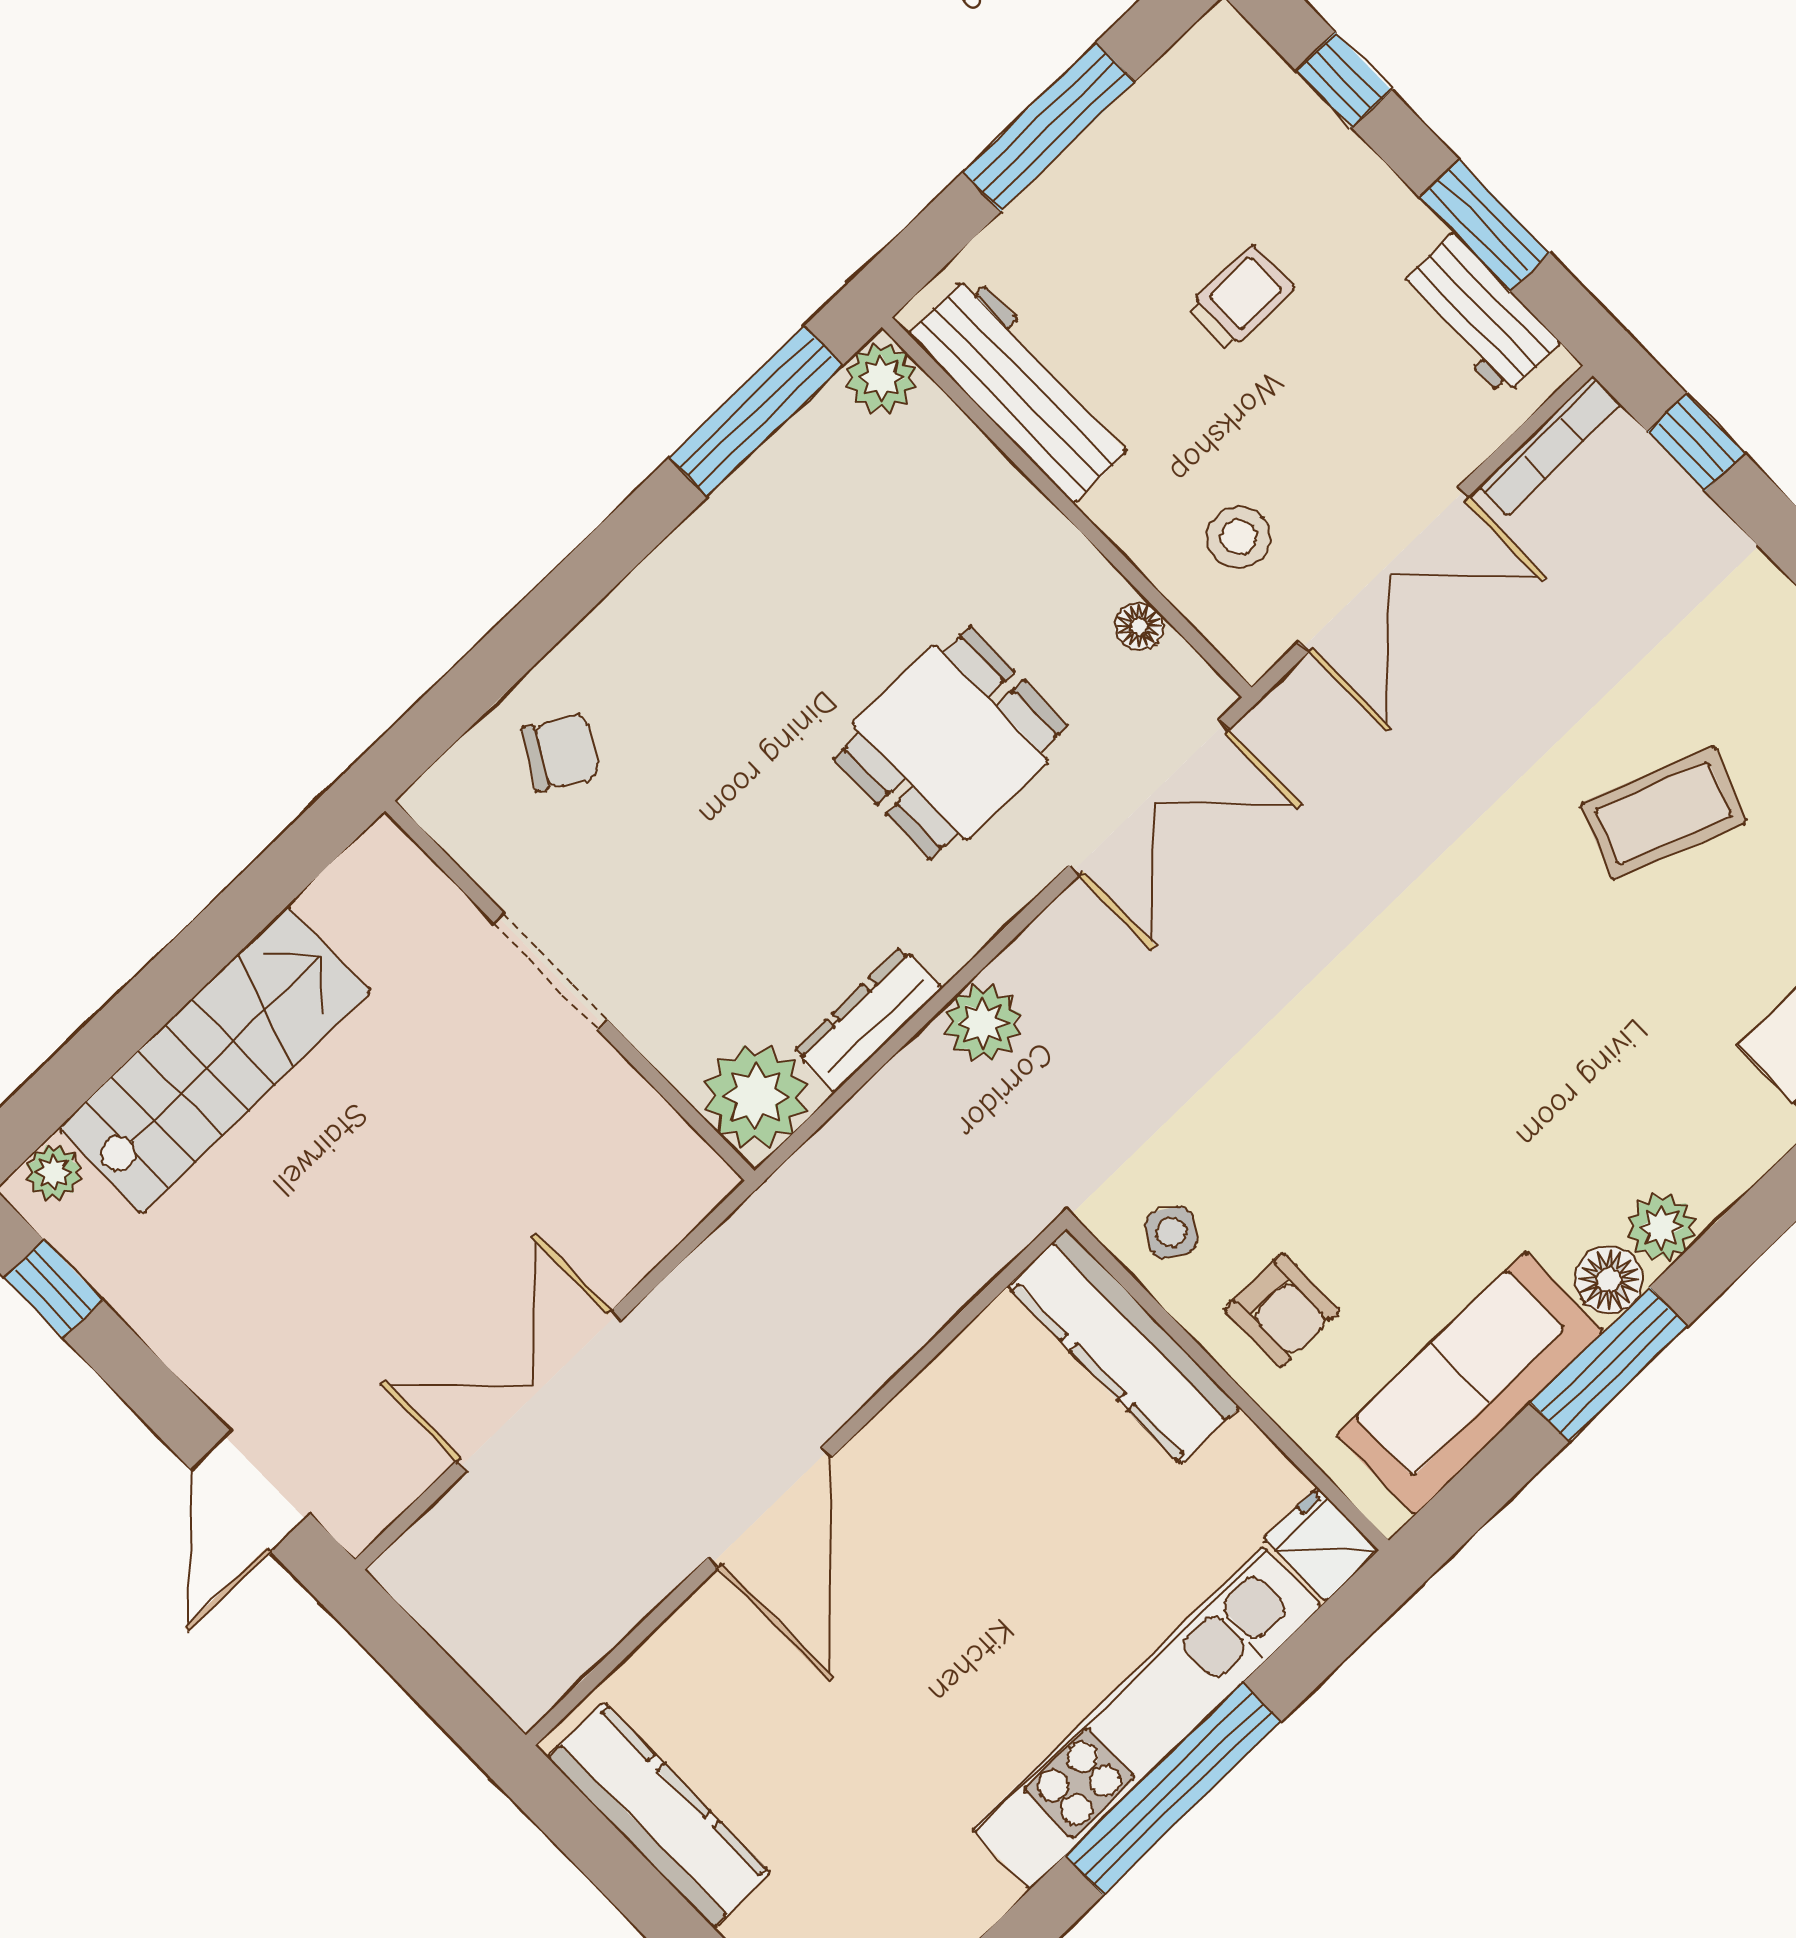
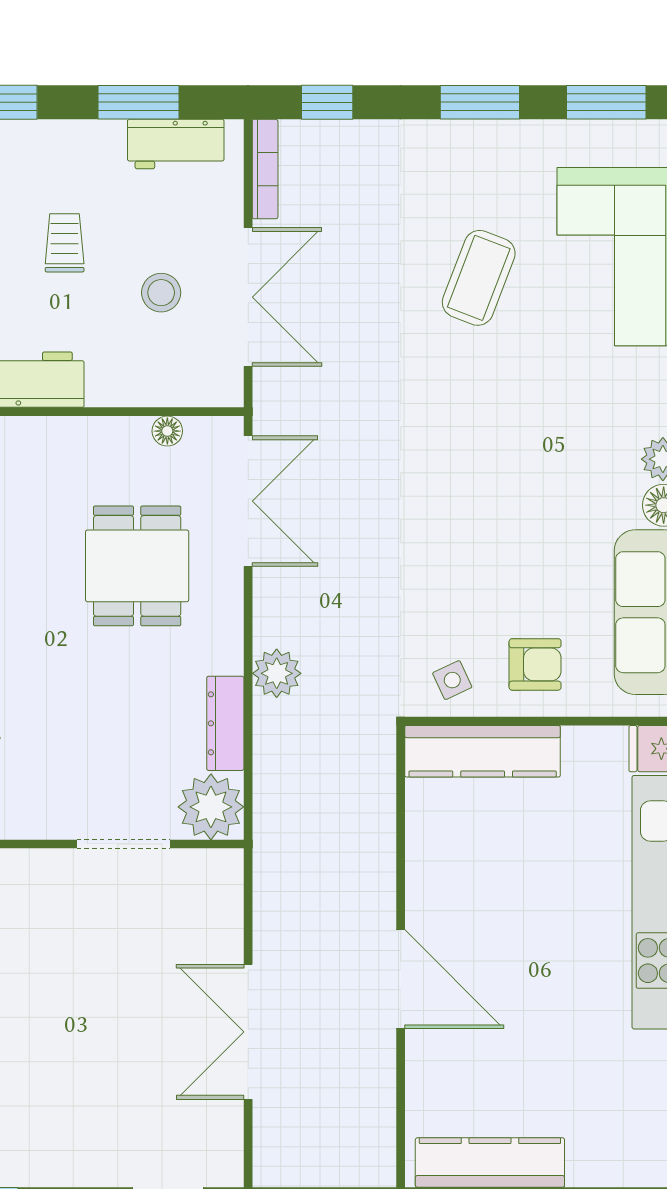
stool: (1239, 537) -> (161, 293), moved
doorway: (551, 971) -> (123, 844), moved
side table: (1171, 1232) -> (452, 680), turned 33

